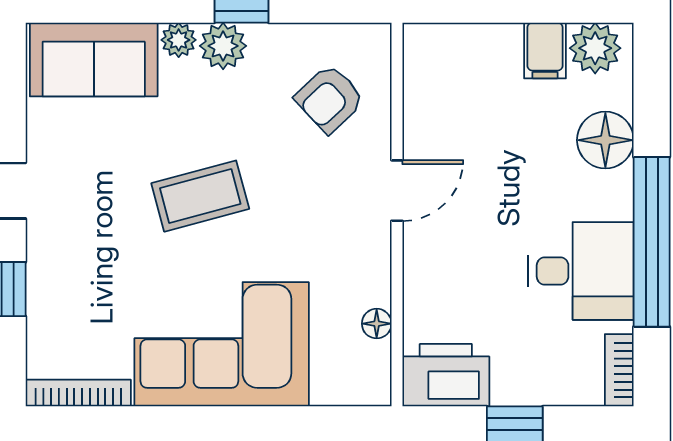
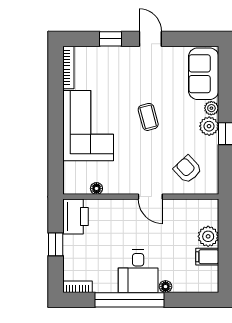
plant: (595, 48) -> (208, 236), moved
floor lamp: (605, 140) -> (165, 287), width x0.53, depth x0.53
coffee table: (200, 196) -> (148, 117), width x0.73, depth x0.77
desk: (581, 271) -> (138, 271), moved

